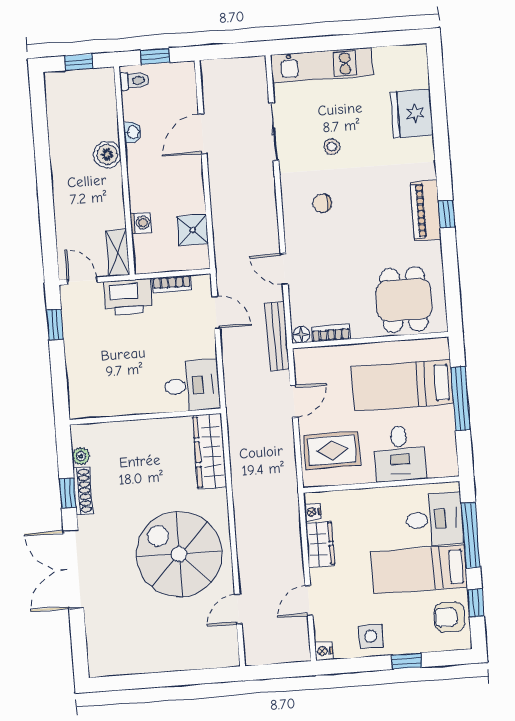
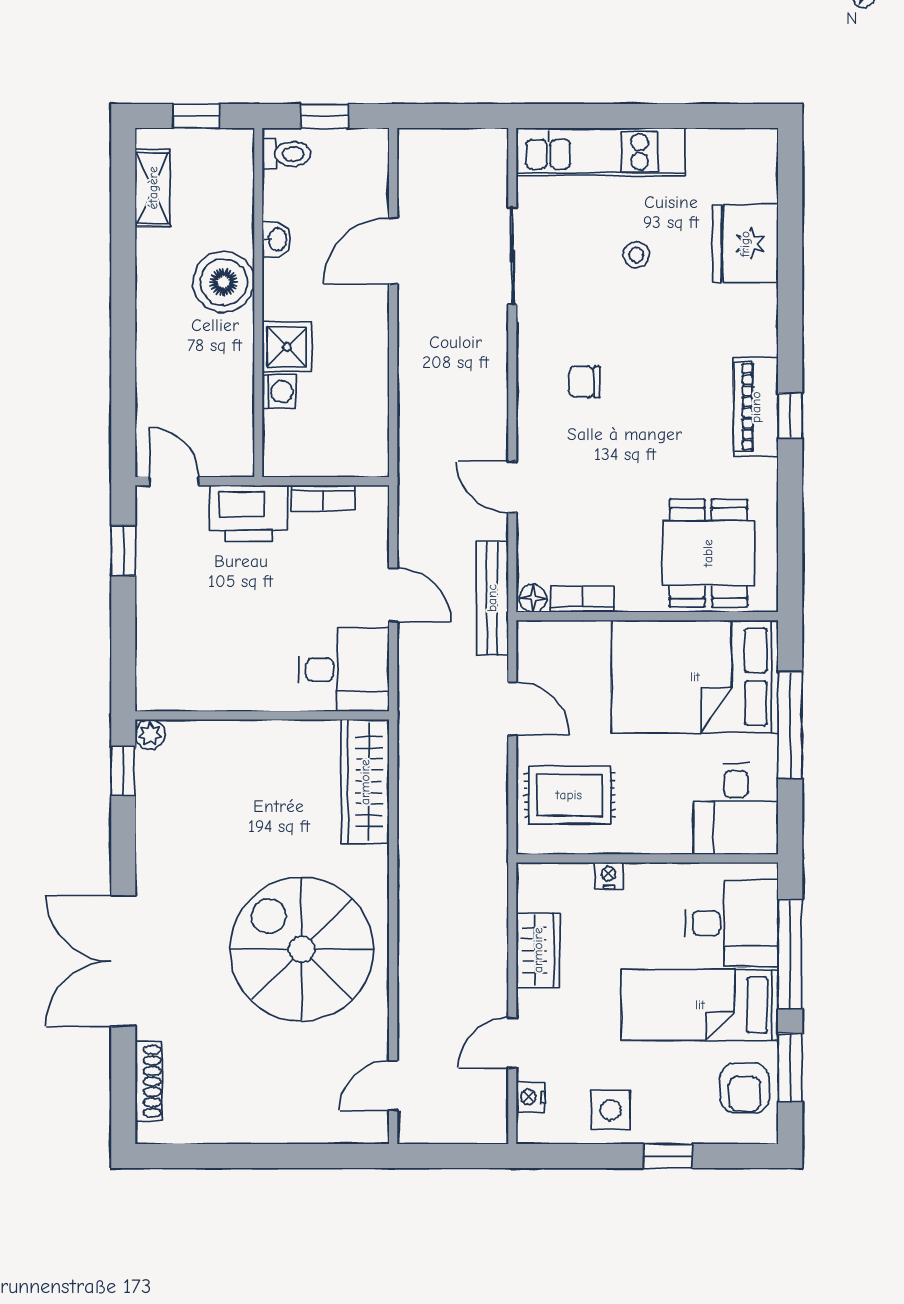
stool: (332, 147) -> (636, 255), moved
boiler: (107, 155) -> (224, 282), width x1.37, depth x1.37
shower: (193, 230) -> (287, 347), moved
shelving: (118, 253) -> (153, 188), moved
door: (216, 312) -> (393, 595), moved
bed: (402, 385) -> (695, 677), width x1.50
door: (294, 401) -> (512, 709), hinge flipped
desk: (400, 453) -> (736, 809), moved
plant: (81, 456) -> (150, 734), moved
shoe rack: (83, 491) -> (149, 1081), moved
window: (68, 493) -> (123, 771), moved
nightstand: (313, 512) -> (609, 876), moved, turned 90
window: (476, 603) -> (790, 1068), width x1.50
door: (238, 609) -> (393, 1086), moved
armchair: (450, 617) -> (745, 1088), turned -90
nightstand: (324, 651) -> (531, 1097), moved

